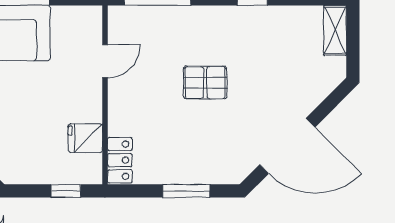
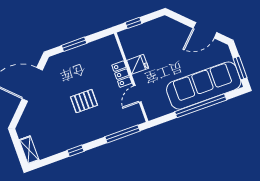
fridge: (85, 138) -> (138, 64), moved
locker: (120, 160) -> (122, 74), moved

